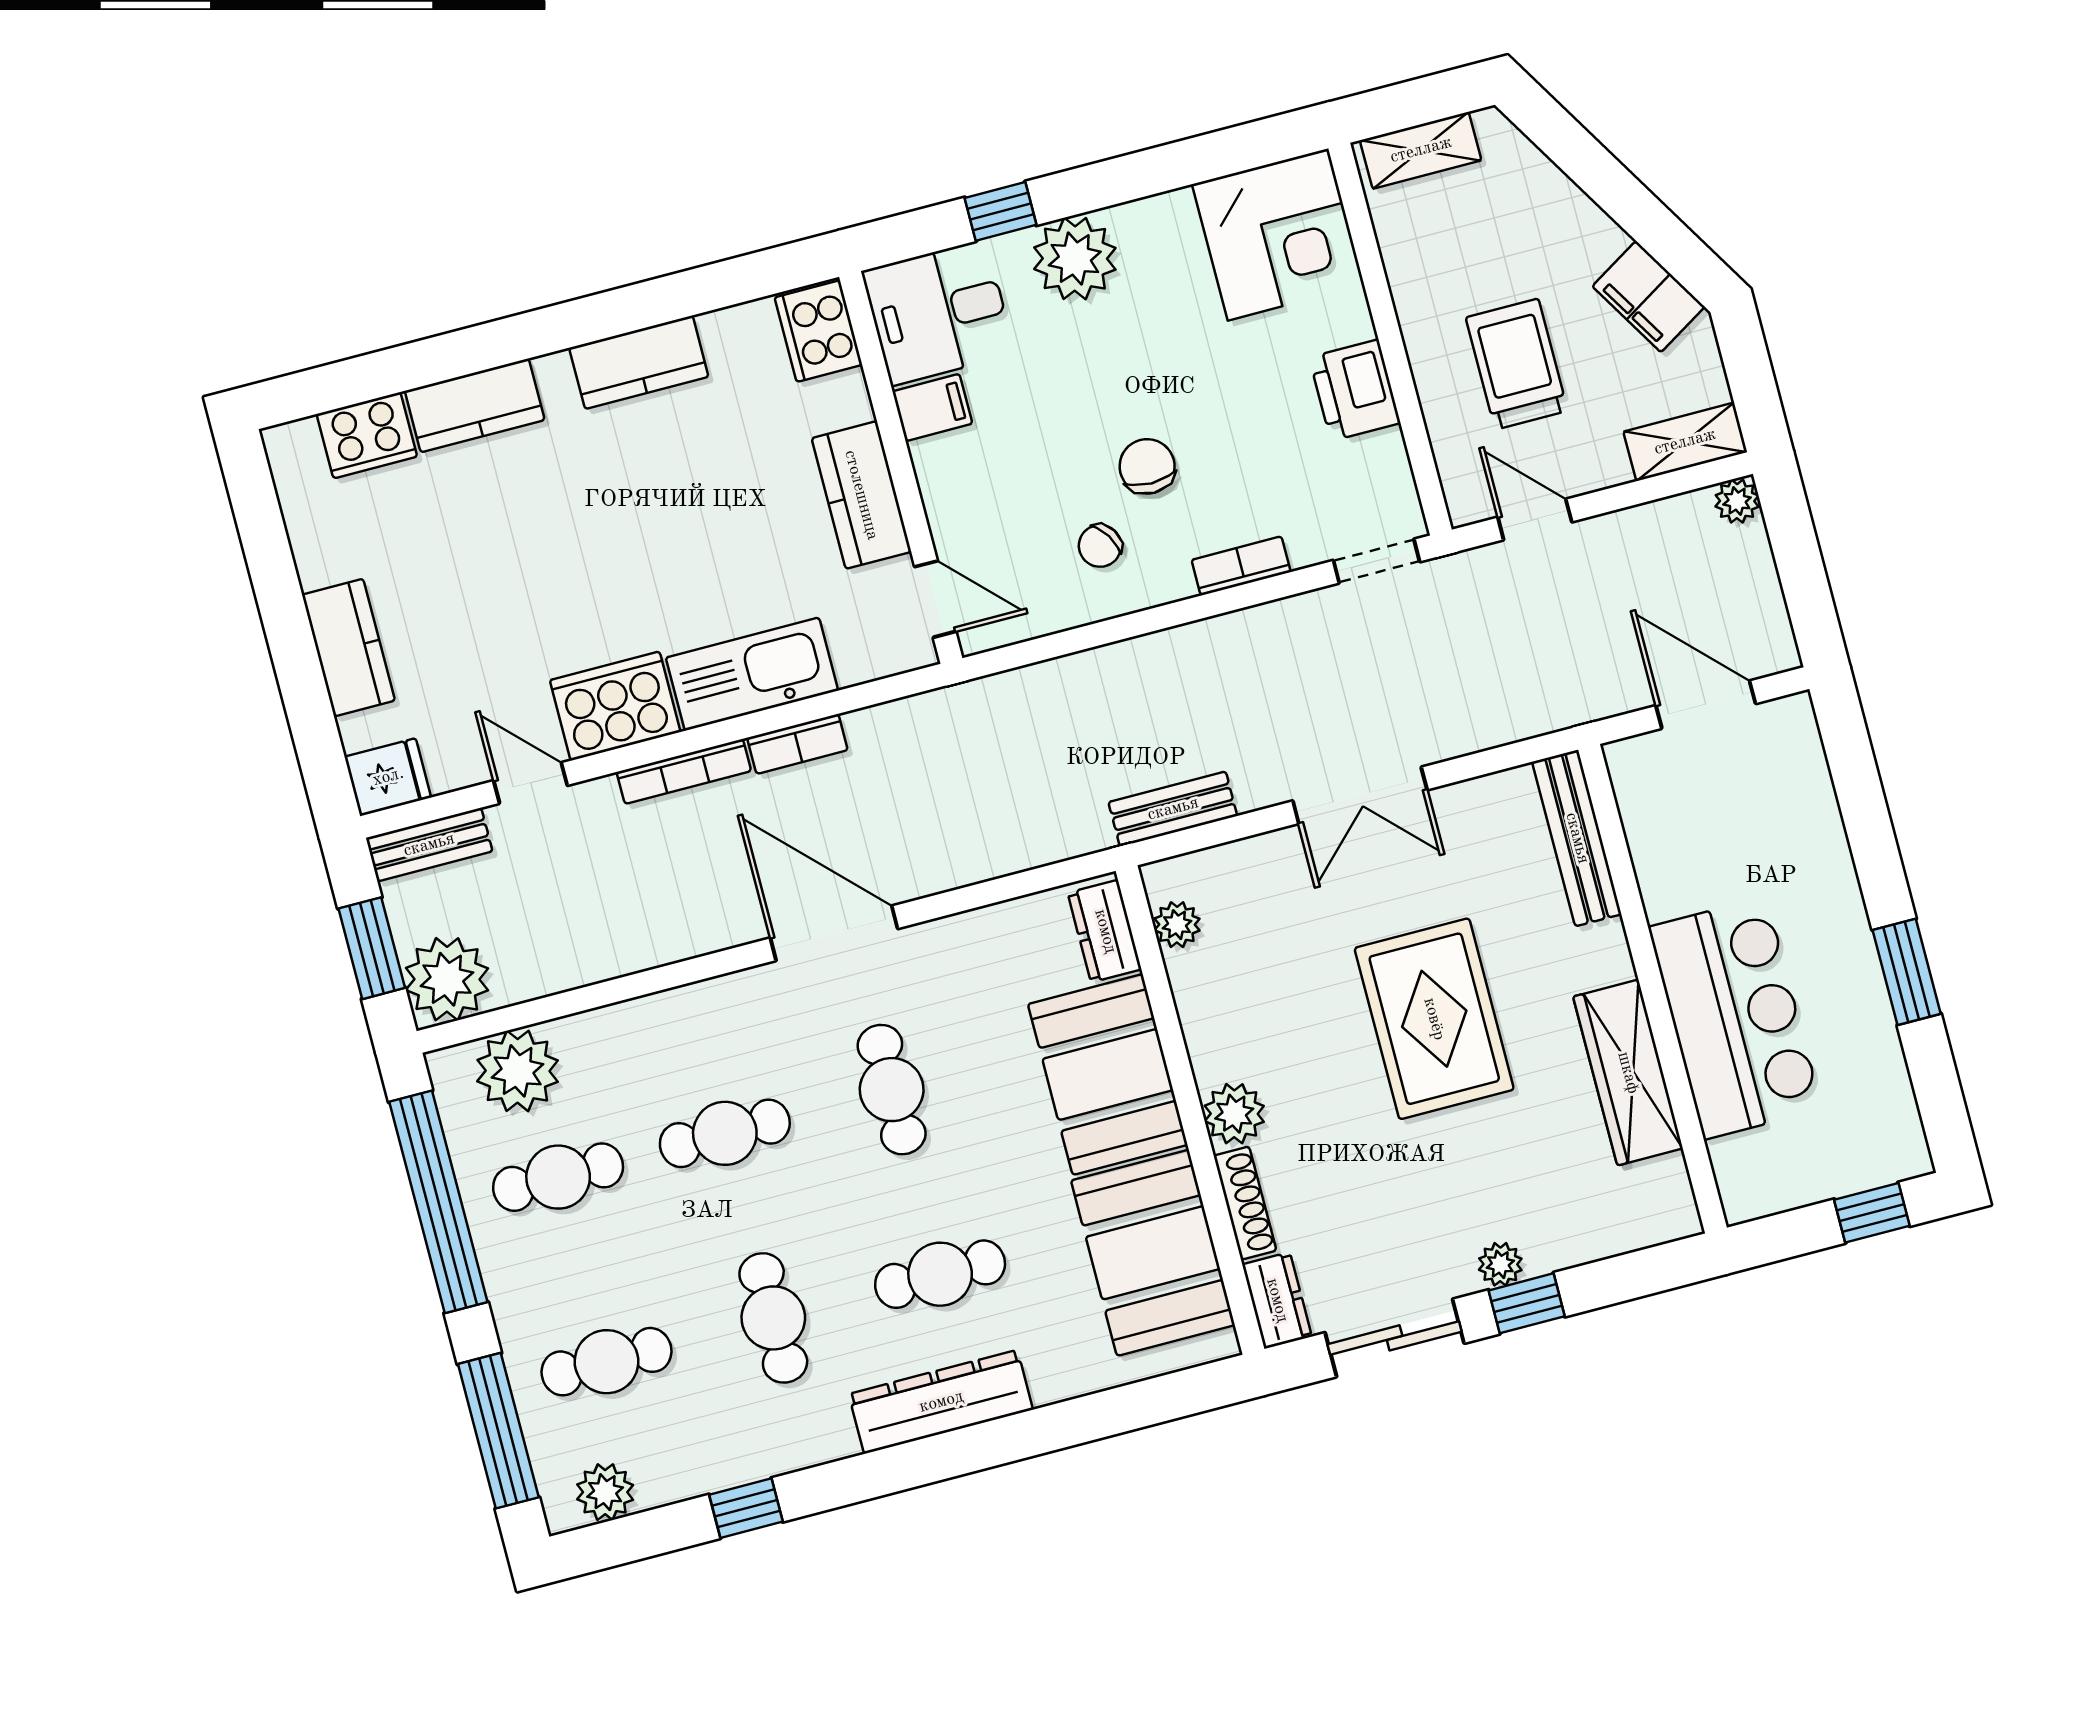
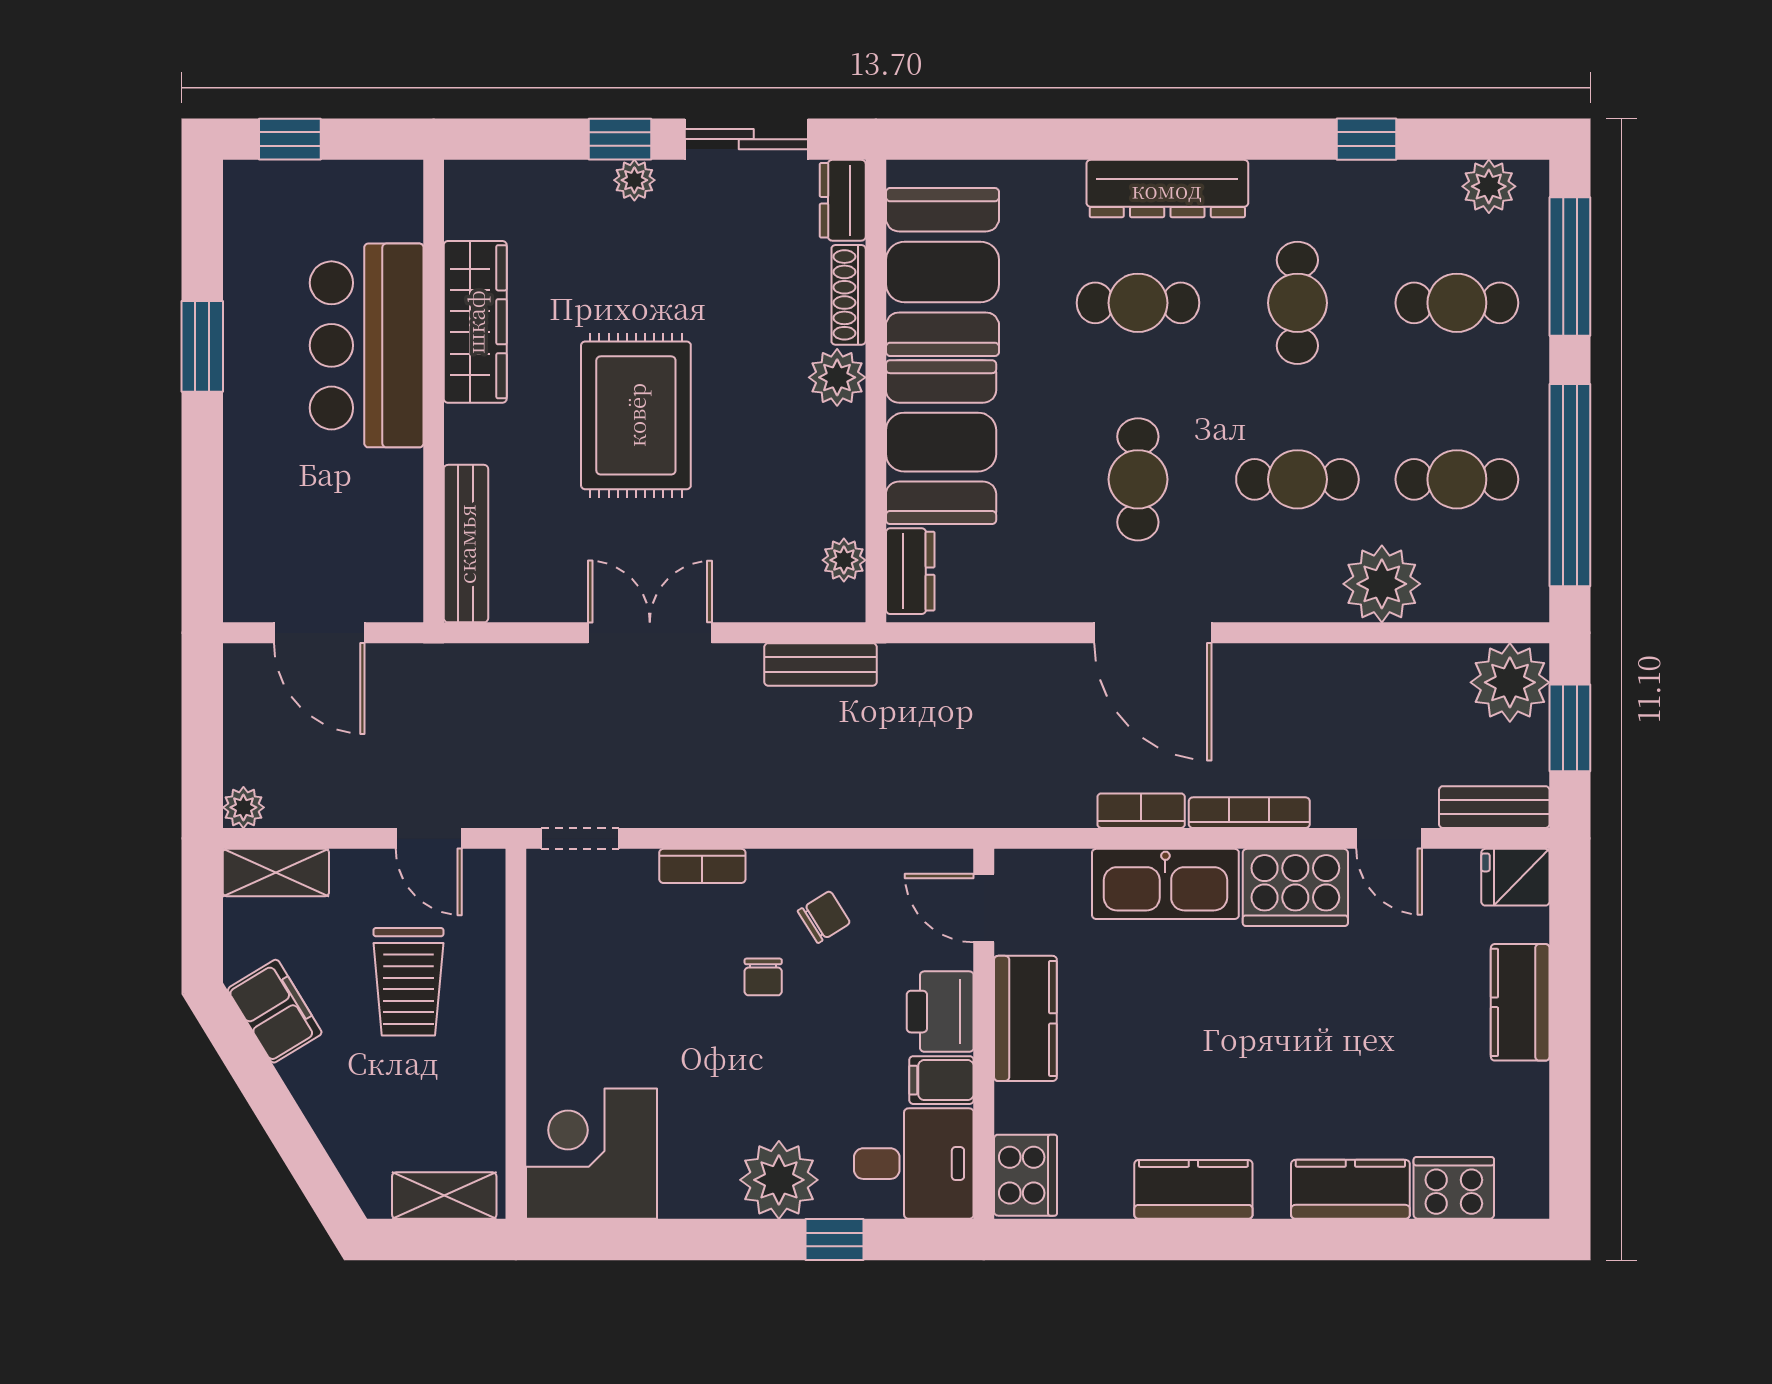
printer: (1355, 390) -> (940, 1012), moved, turned 180
chair: (1147, 466) -> (763, 977), width x0.73, depth x0.73
plant: (518, 1071) -> (1382, 584), moved

